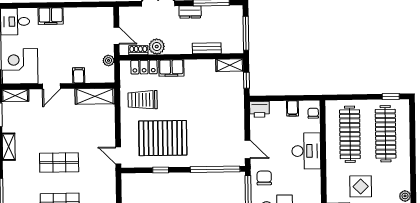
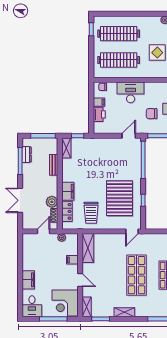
dresser: (190, 12) -> (27, 154), moved
printer: (259, 109) -> (99, 114), moved
shop shelf: (59, 162) -> (137, 275), width x1.43, depth x1.36
chair: (264, 178) -> (152, 114), moved

